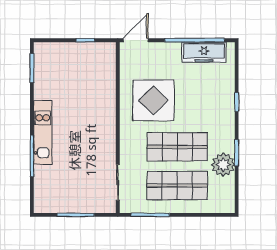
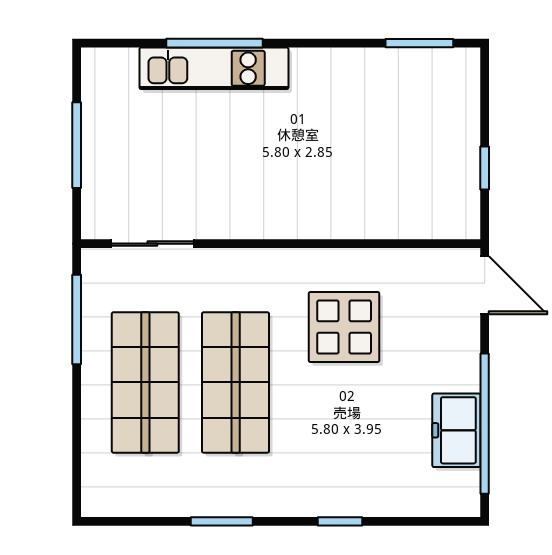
freezer: (204, 52) -> (456, 430), width x0.71
display table: (153, 100) -> (344, 327), width x0.73, depth x0.73
kitchen unit: (43, 132) -> (214, 68), moved
plant: (223, 165) -> (194, 490), removed

